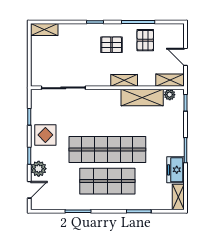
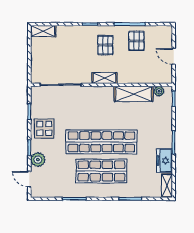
pallet: (112, 45) -> (105, 45), turned 90
shelving: (124, 80) -> (104, 78), moved
shelving: (170, 80) -> (159, 78), removed
door: (29, 190) -> (29, 179), swing flipped

